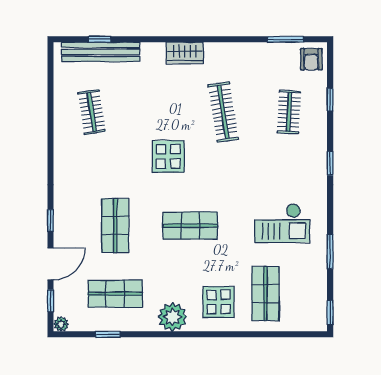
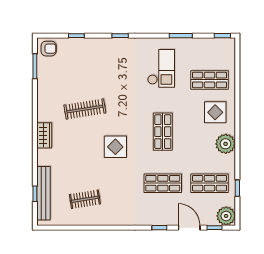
clothes rail: (289, 112) -> (85, 64), removed
shop shelf: (115, 294) -> (210, 183), turned 90
plant: (61, 324) -> (226, 216), width x1.88, depth x1.88

